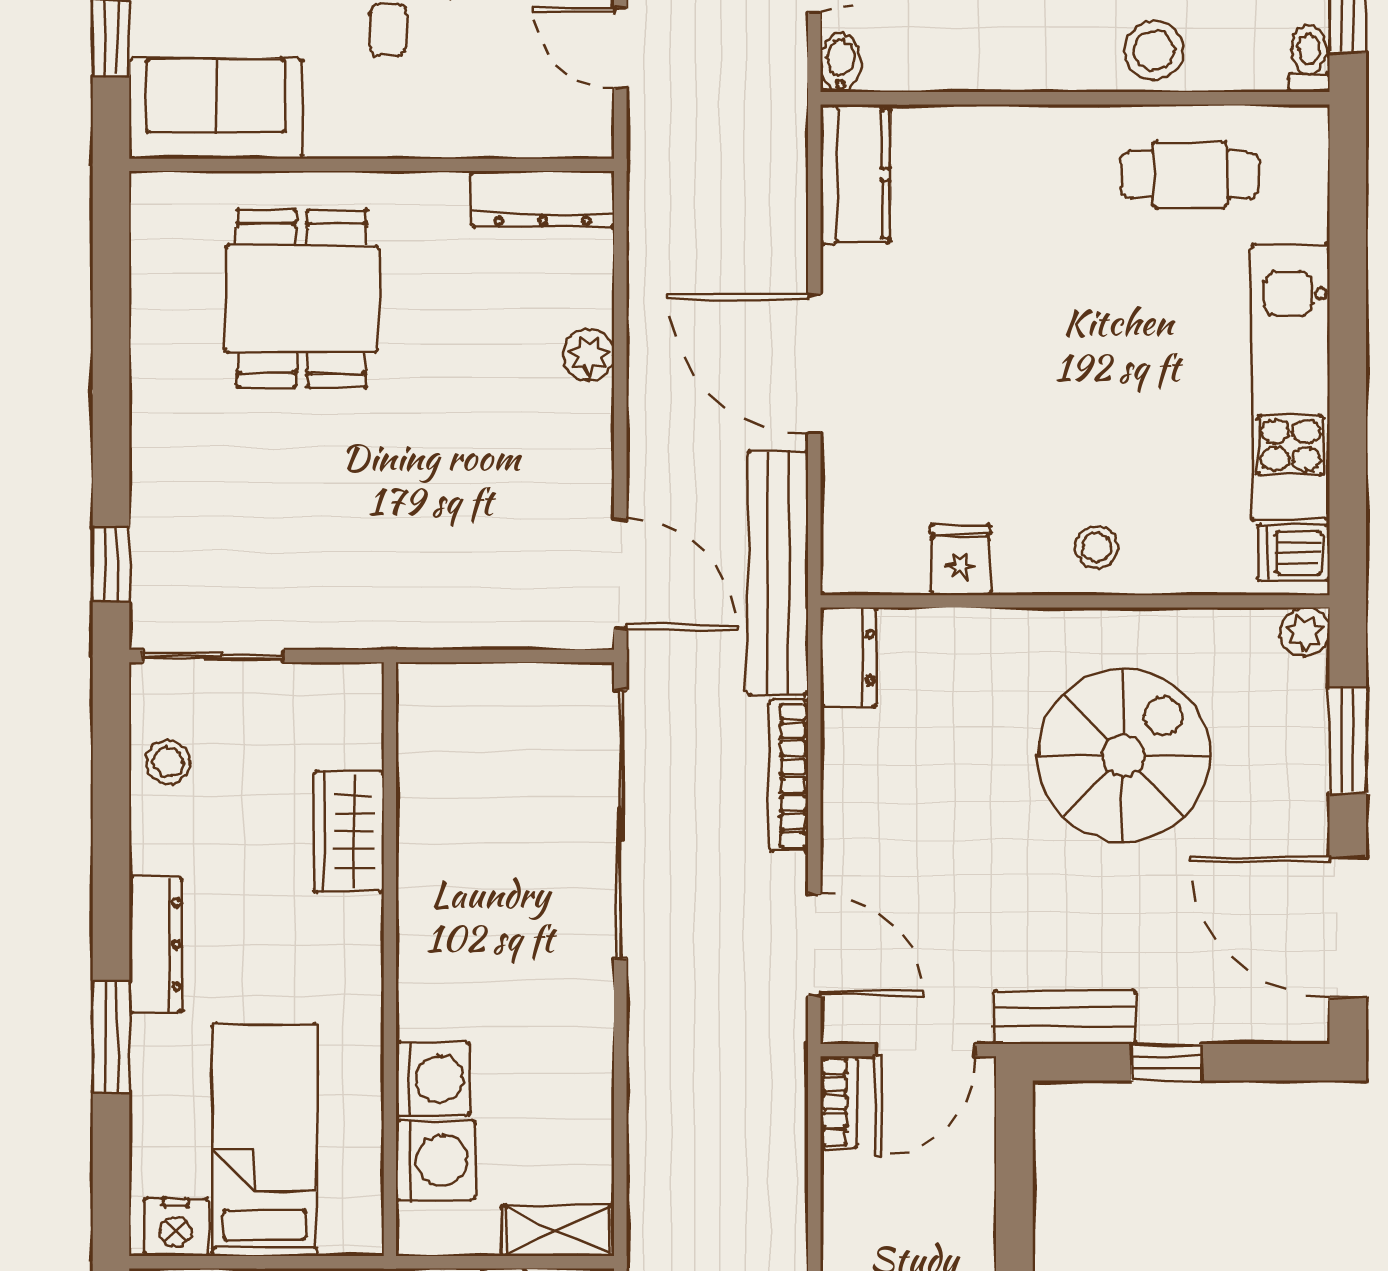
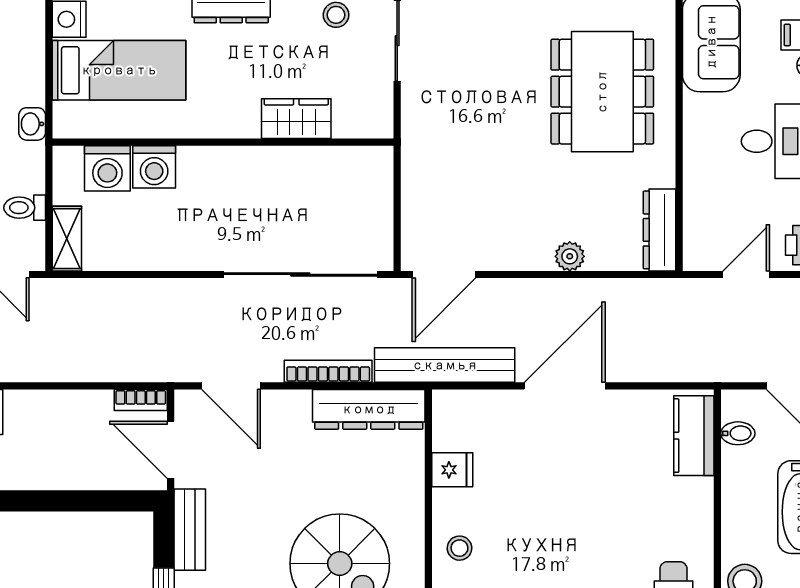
bidet: (840, 63) -> (738, 433), moved
kitchen counter: (855, 174) -> (694, 436), moved, turned 90
dining table: (302, 298) -> (602, 92), width x1.38
dresser: (848, 657) -> (369, 409), width x1.96, depth x1.24
door: (814, 945) -> (231, 386), hinge flipped

